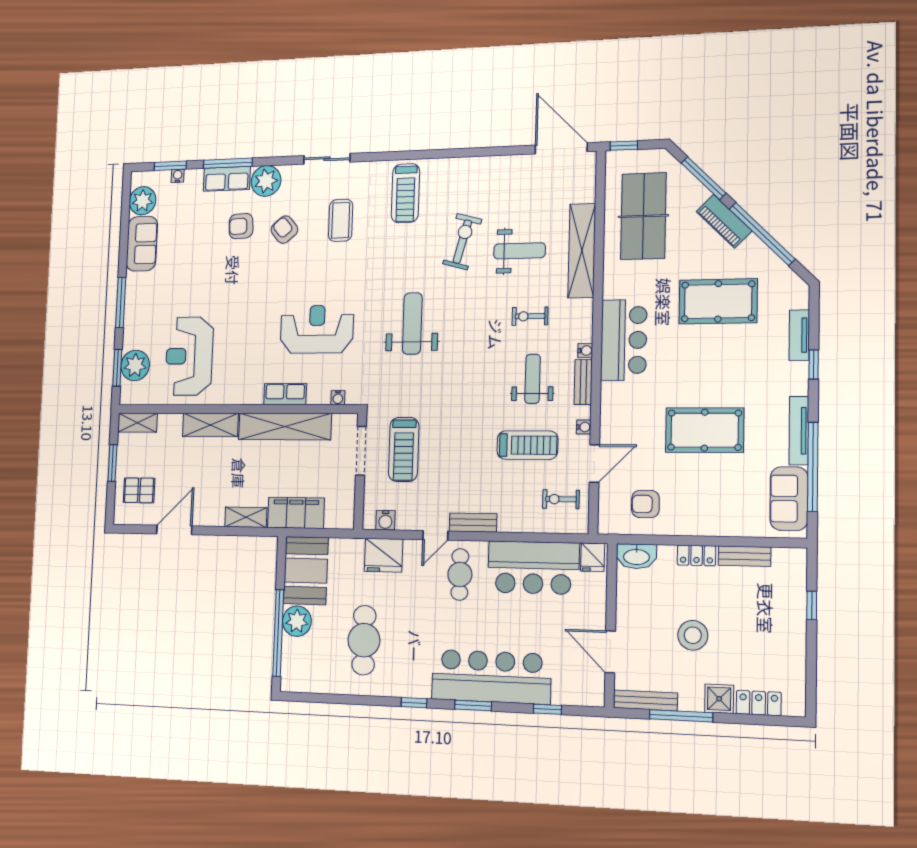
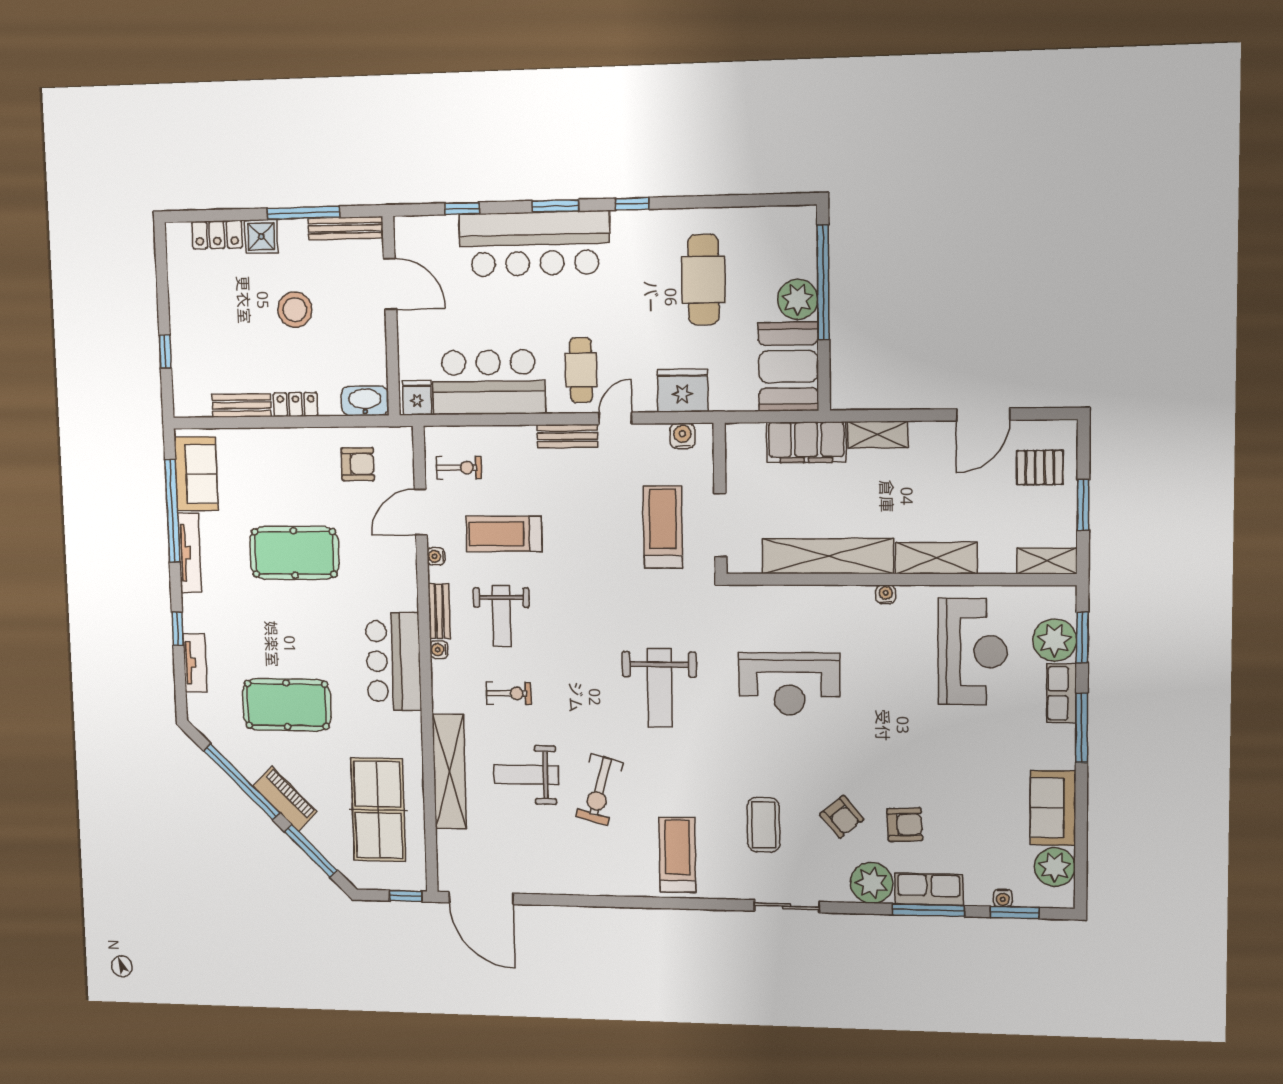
row of seats: (285, 394) -> (1061, 693), moved, turned 90
water cooler: (338, 398) -> (886, 594), moved

